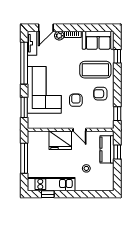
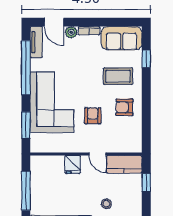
door: (46, 28) -> (54, 22), hinge flipped
coffee table: (95, 70) -> (118, 76), width x0.73, depth x0.76
window: (117, 114) -> (146, 133), removed
fridge: (60, 140) -> (73, 164), width x0.53, depth x0.75
kitchen counter: (107, 149) -> (124, 164), moved, turned -90

